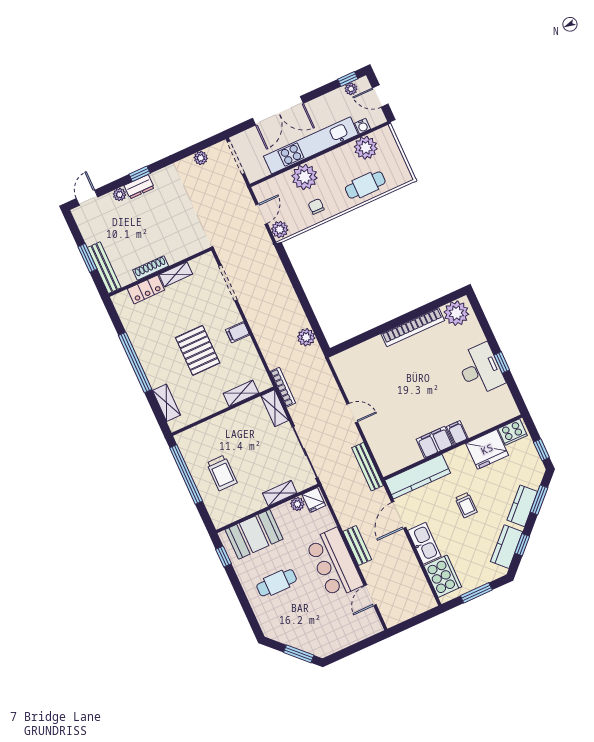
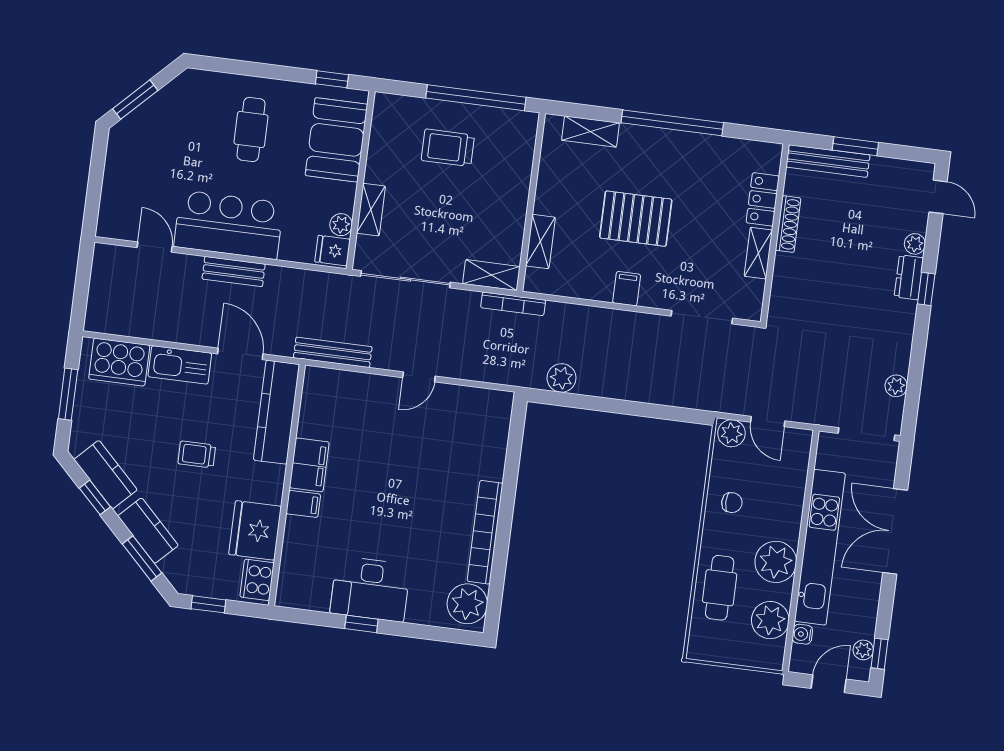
plant: (305, 177) -> (776, 562), moved

